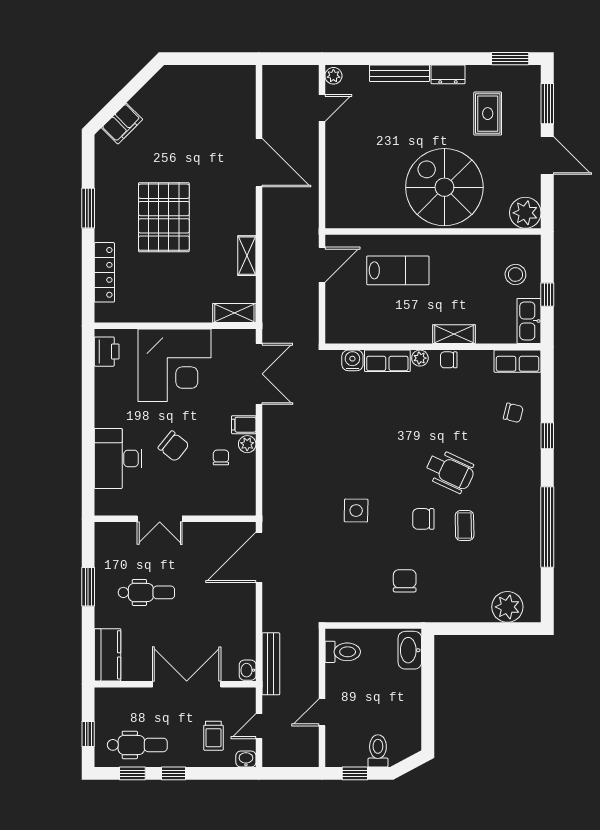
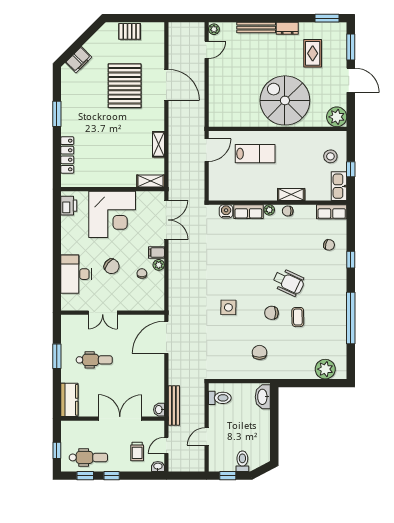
pallet: (202, 79) -> (130, 31), added
pallet: (164, 217) -> (125, 86), moved

